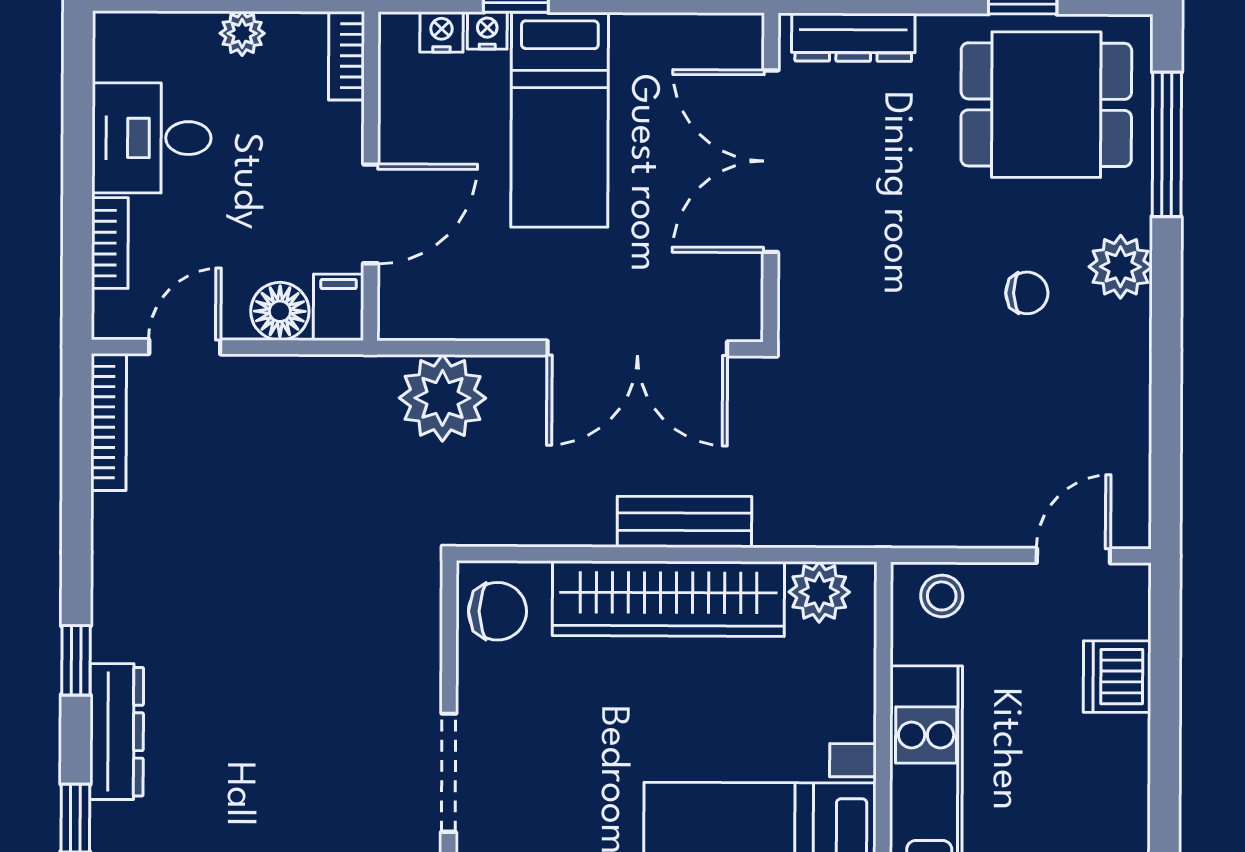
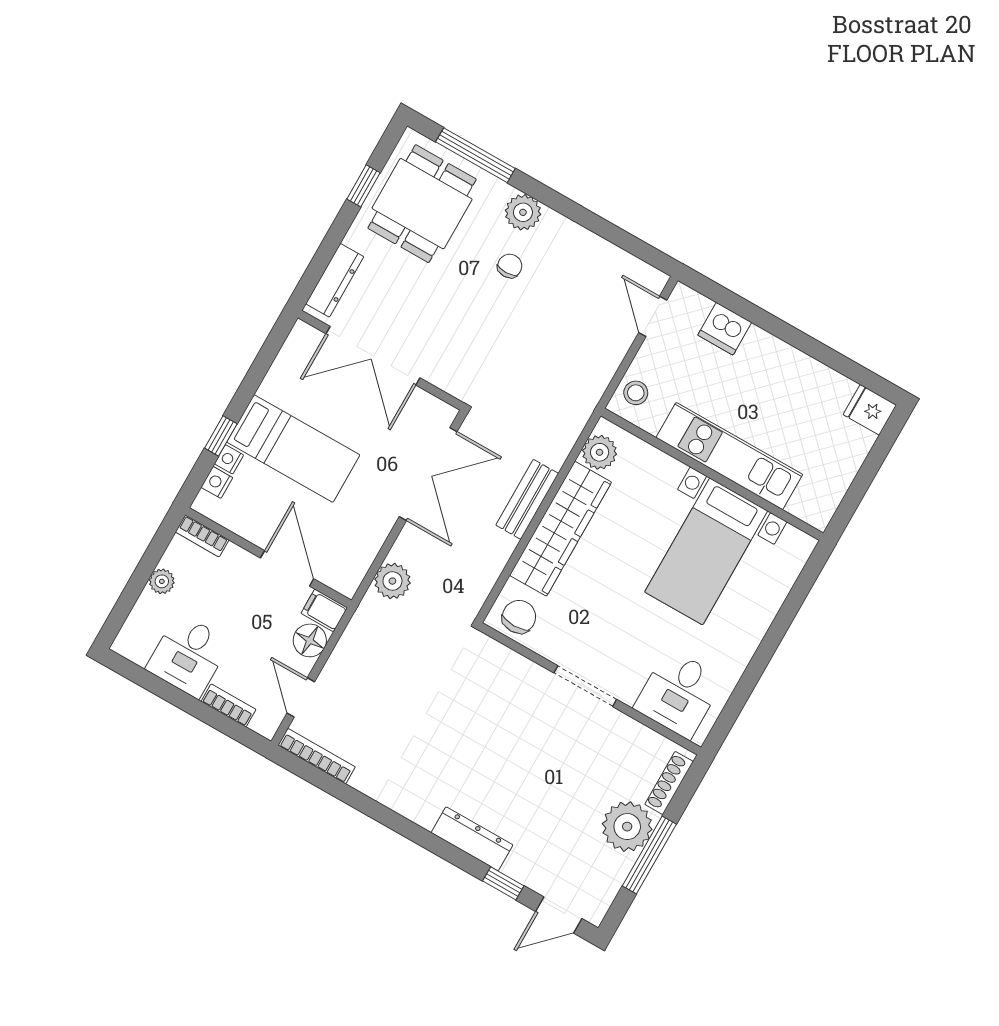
plant: (442, 398) -> (392, 581), width x0.73, depth x0.73
window: (76, 660) -> (425, 839), removed

